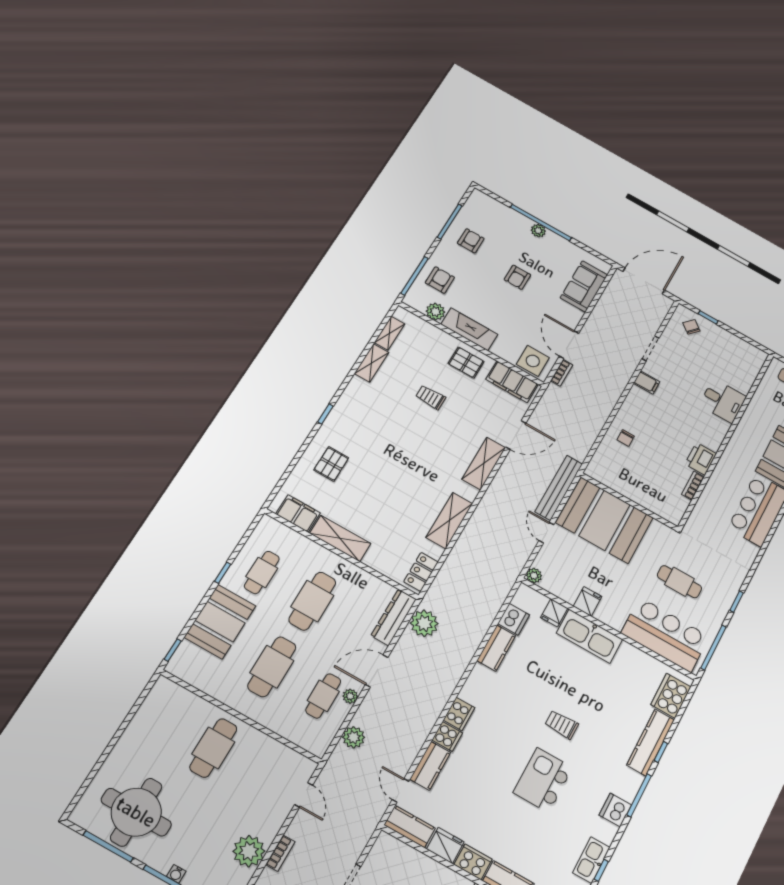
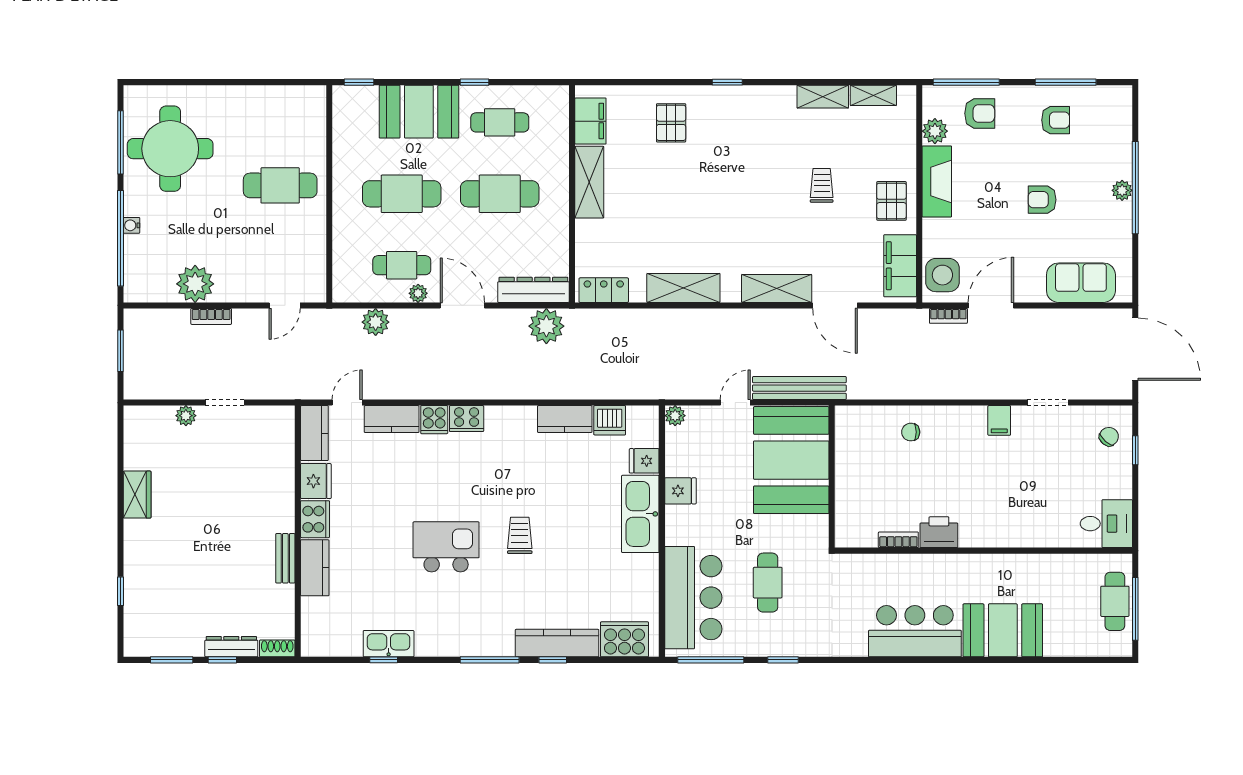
desk: (723, 401) -> (1106, 524), moved, turned -90
pallet: (331, 464) -> (671, 123), turned 90
dishwasher: (615, 810) -> (458, 642), removed

